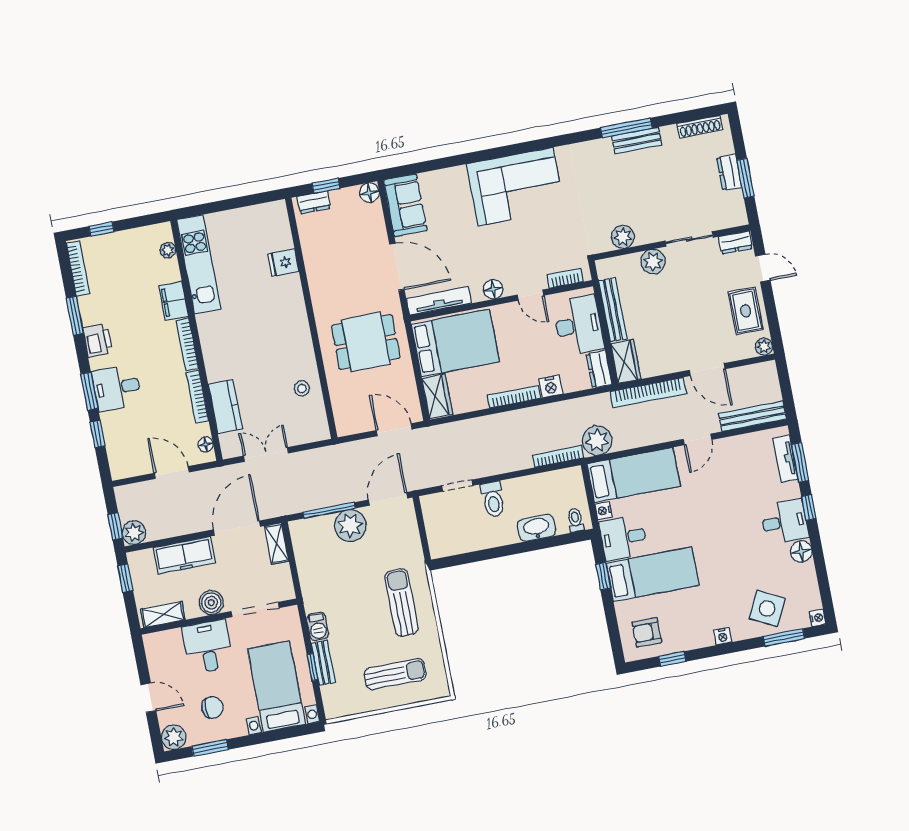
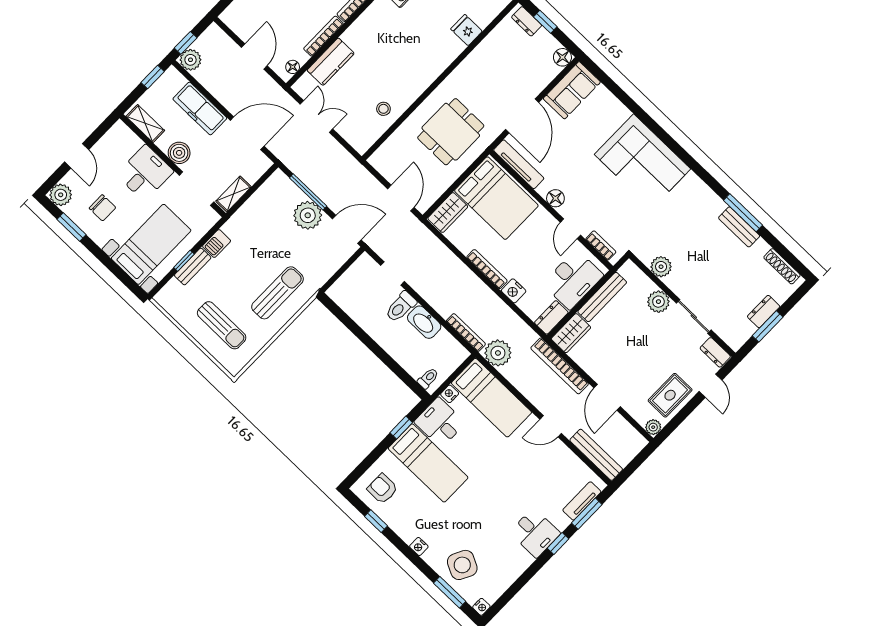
dining table: (366, 342) -> (451, 132), turned 90
washbasin: (536, 528) -> (424, 322), moved, turned 180
shelving: (277, 543) -> (233, 194), moved
floor lamp: (801, 551) -> (522, 561), removed

